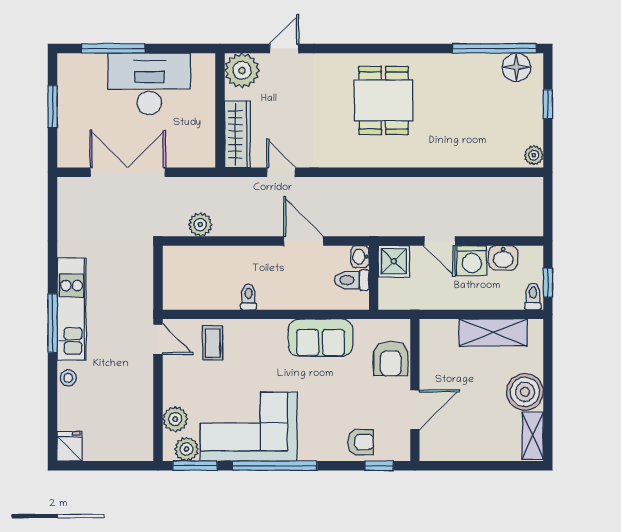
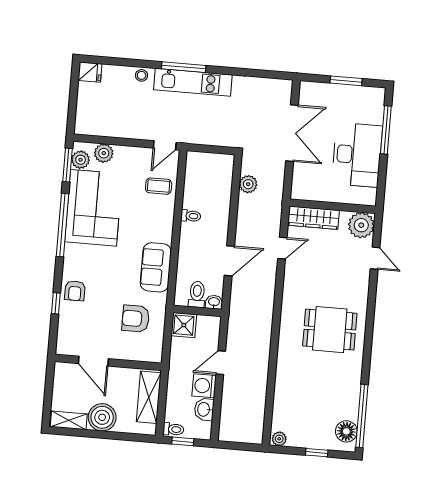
shower: (394, 261) -> (184, 325), moved
wall: (415, 390) -> (108, 362), moved
door: (415, 410) -> (93, 361), moved

